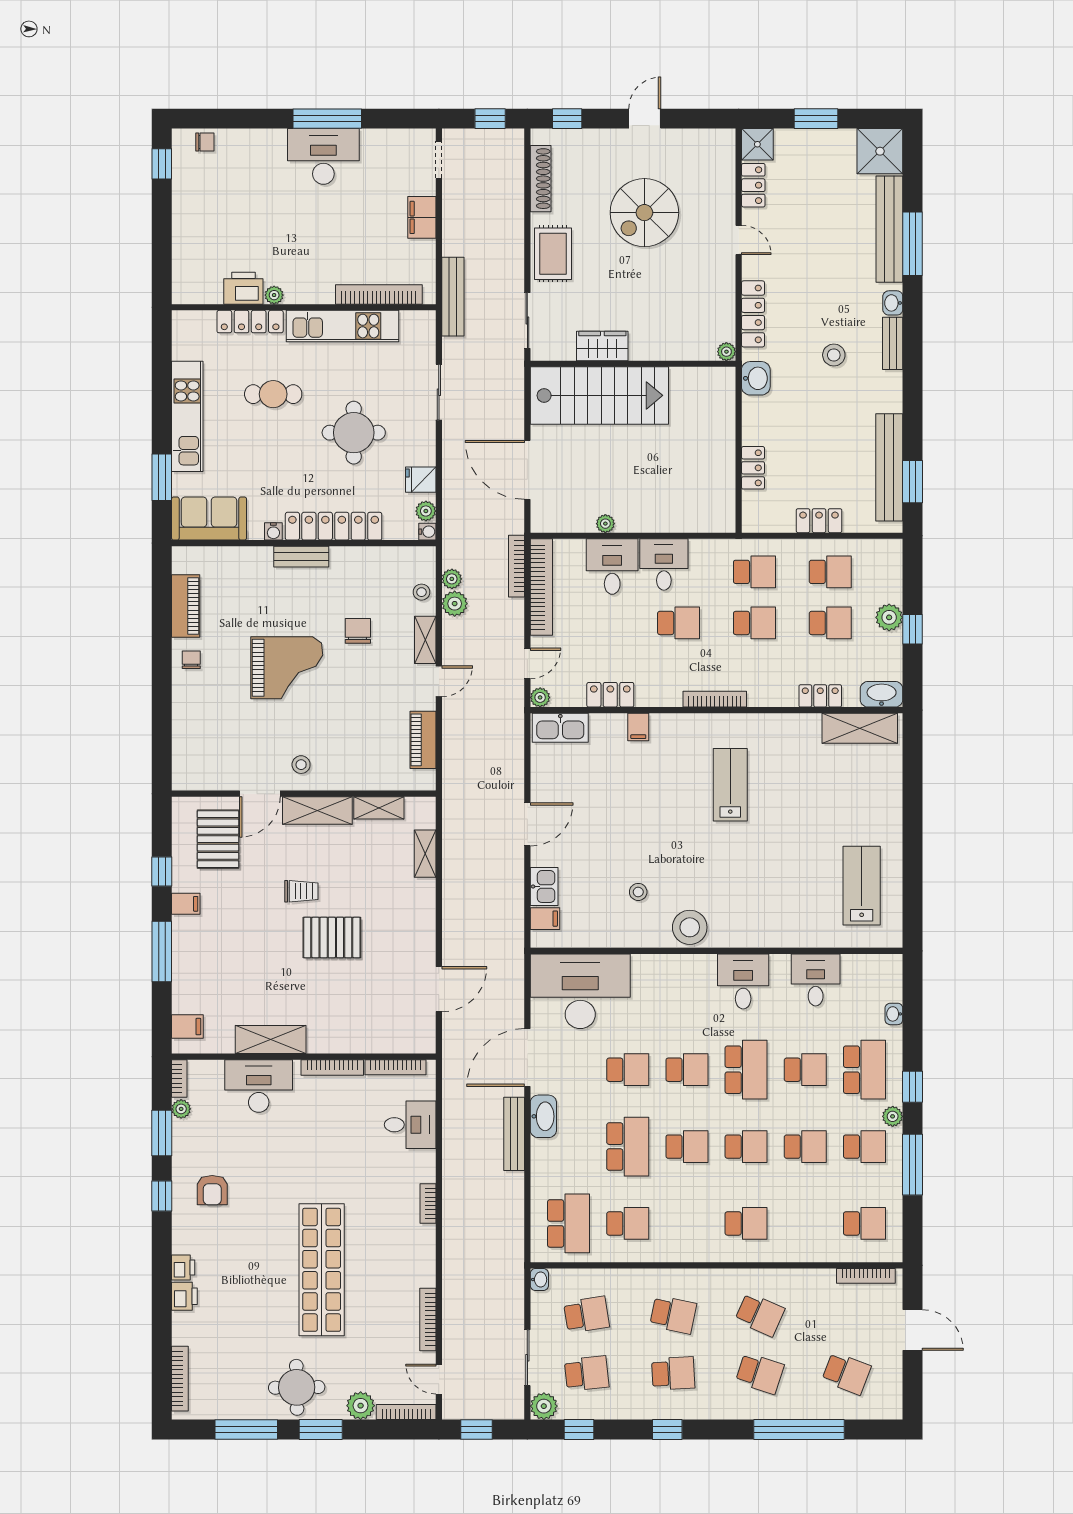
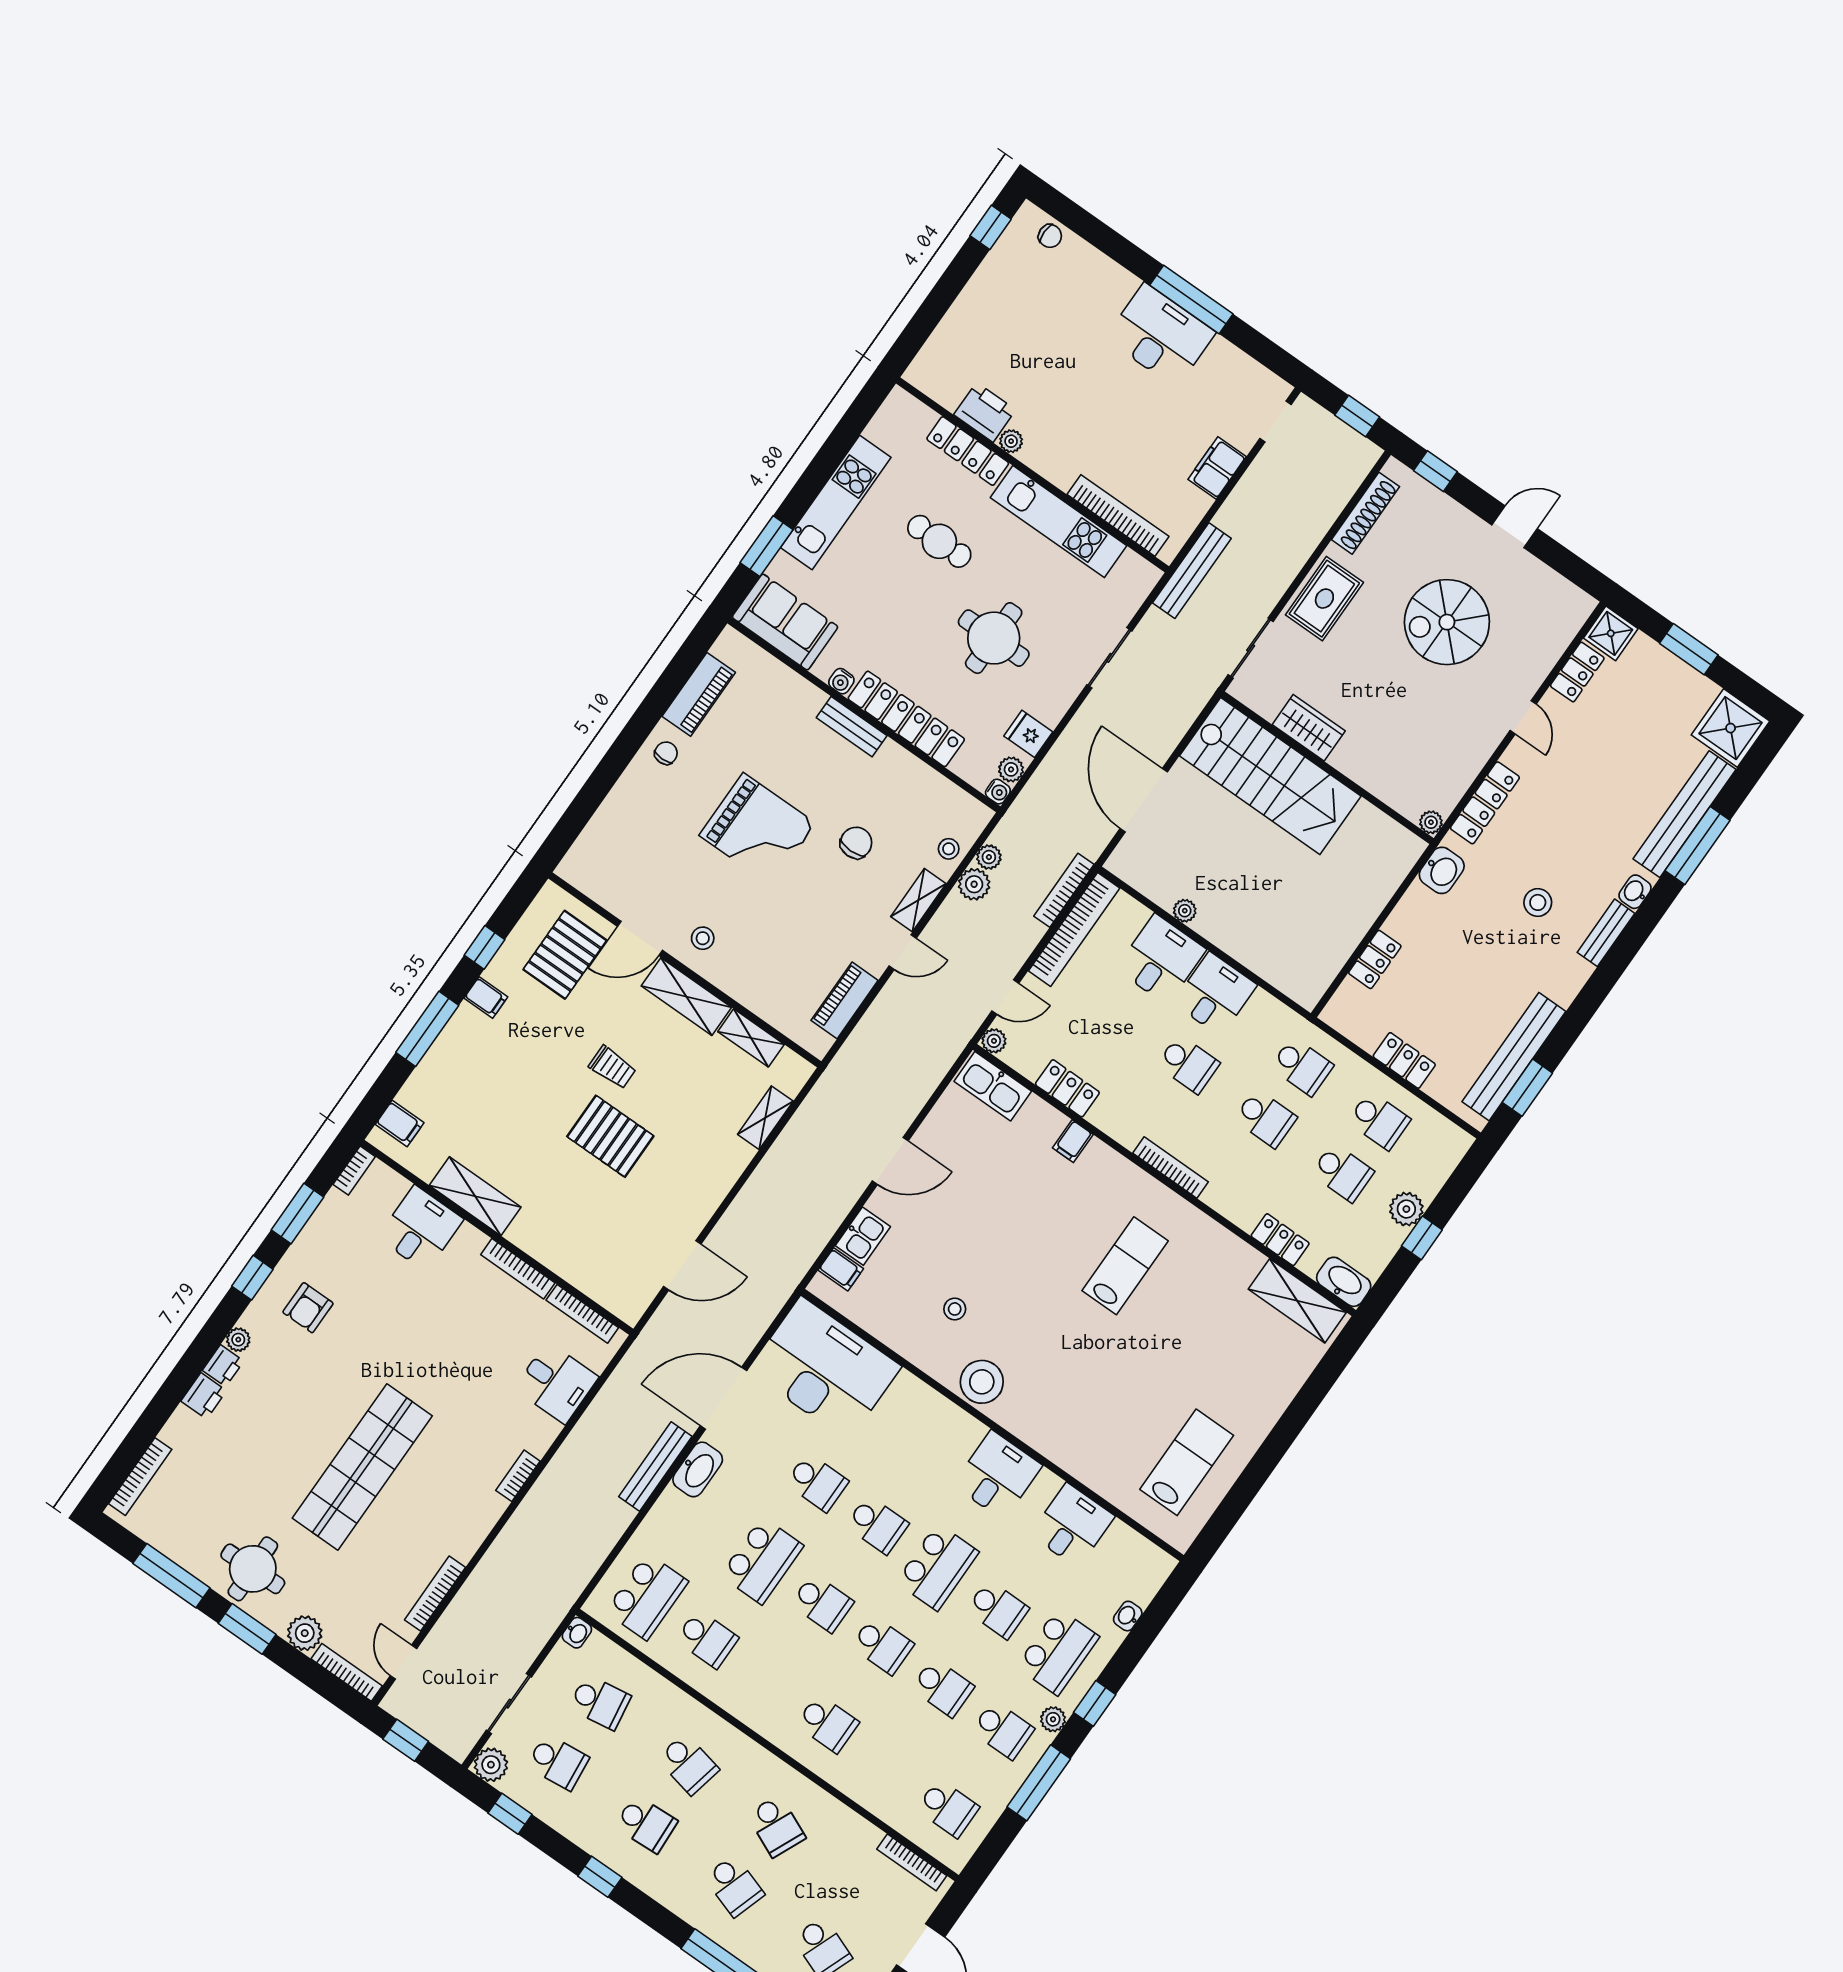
desk: (259, 1086) -> (420, 1228), width x0.73
plant: (181, 1109) -> (238, 1340), moved

